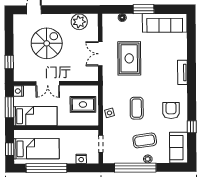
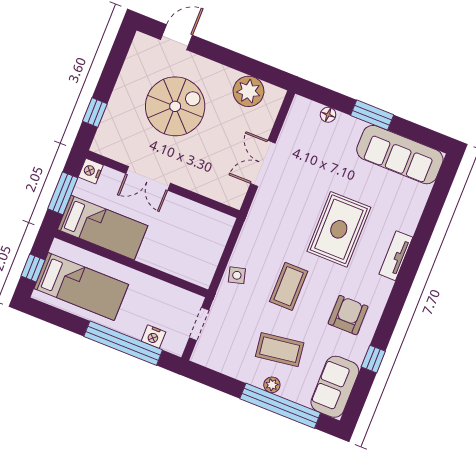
rug: (129, 58) -> (339, 229), moved
rug: (83, 104) -> (196, 241), removed
window: (46, 168) -> (123, 343), moved
window: (135, 168) -> (280, 406), moved

